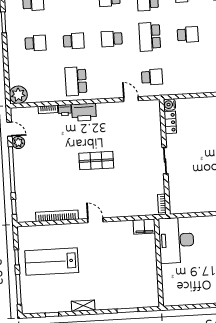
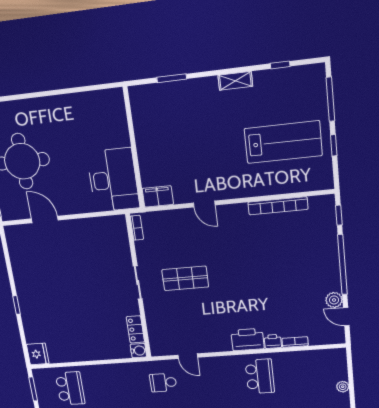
plant: (18, 95) -> (343, 387), moved, width x0.53, depth x0.53
shop shelf: (96, 161) -> (185, 278), moved
door: (95, 220) -> (204, 204), moved

